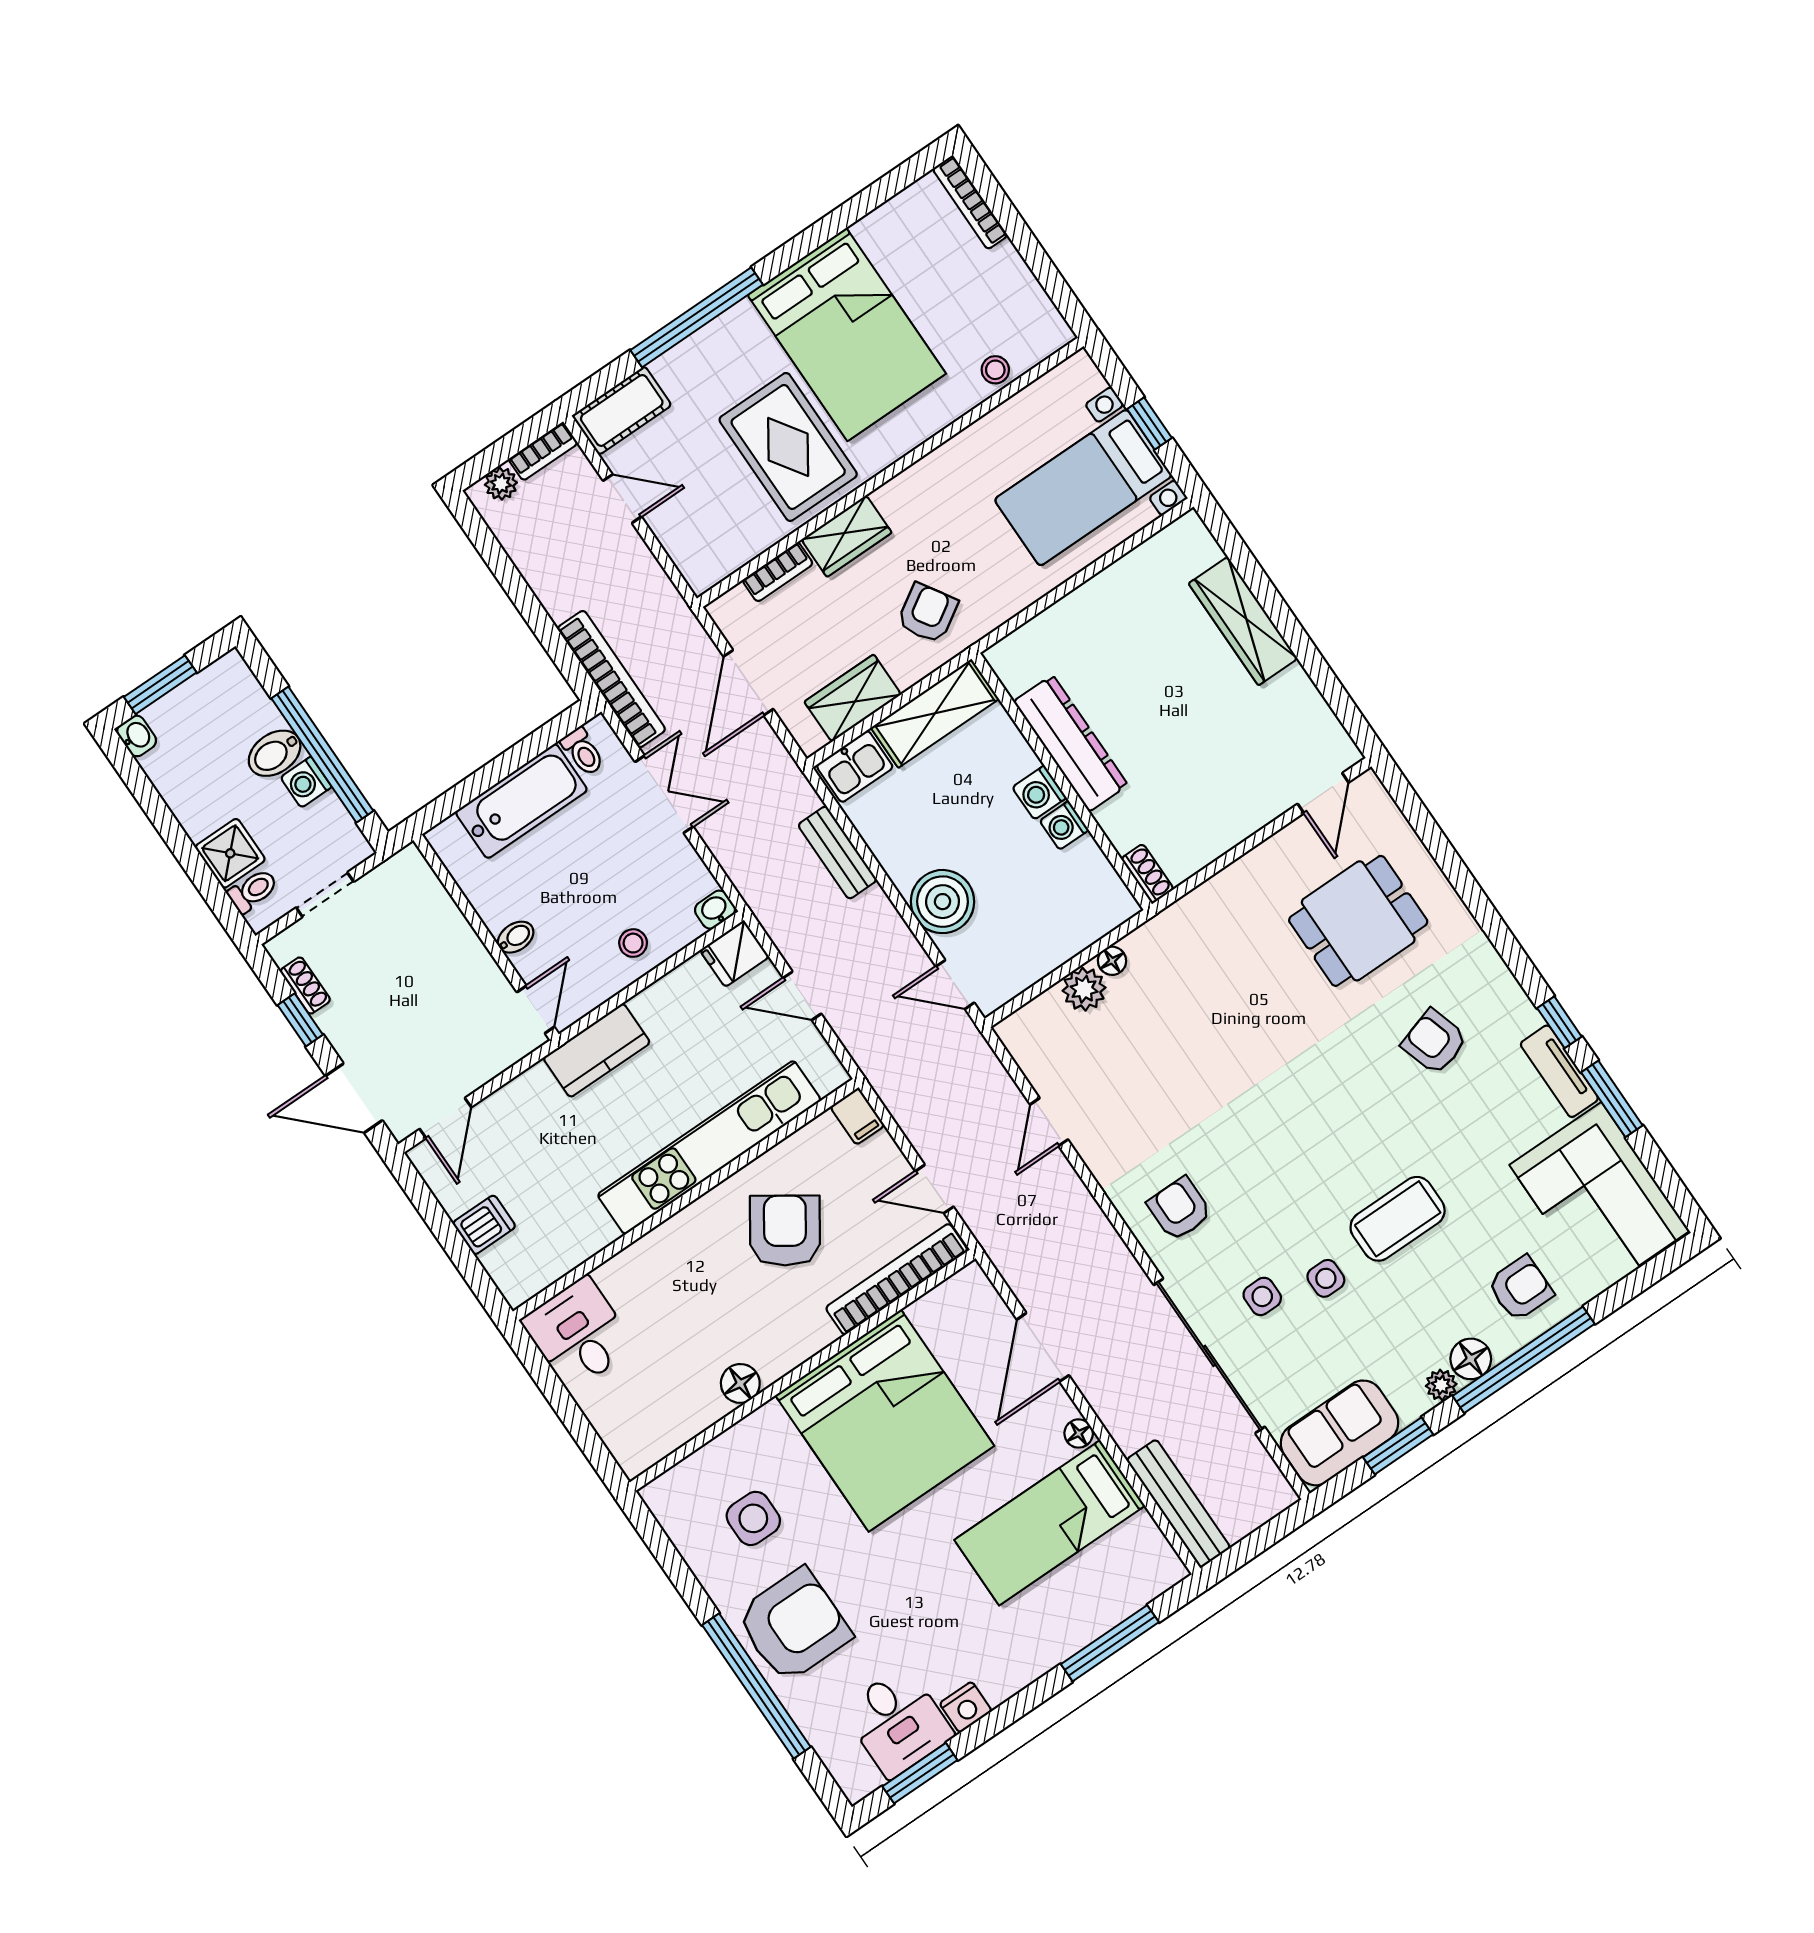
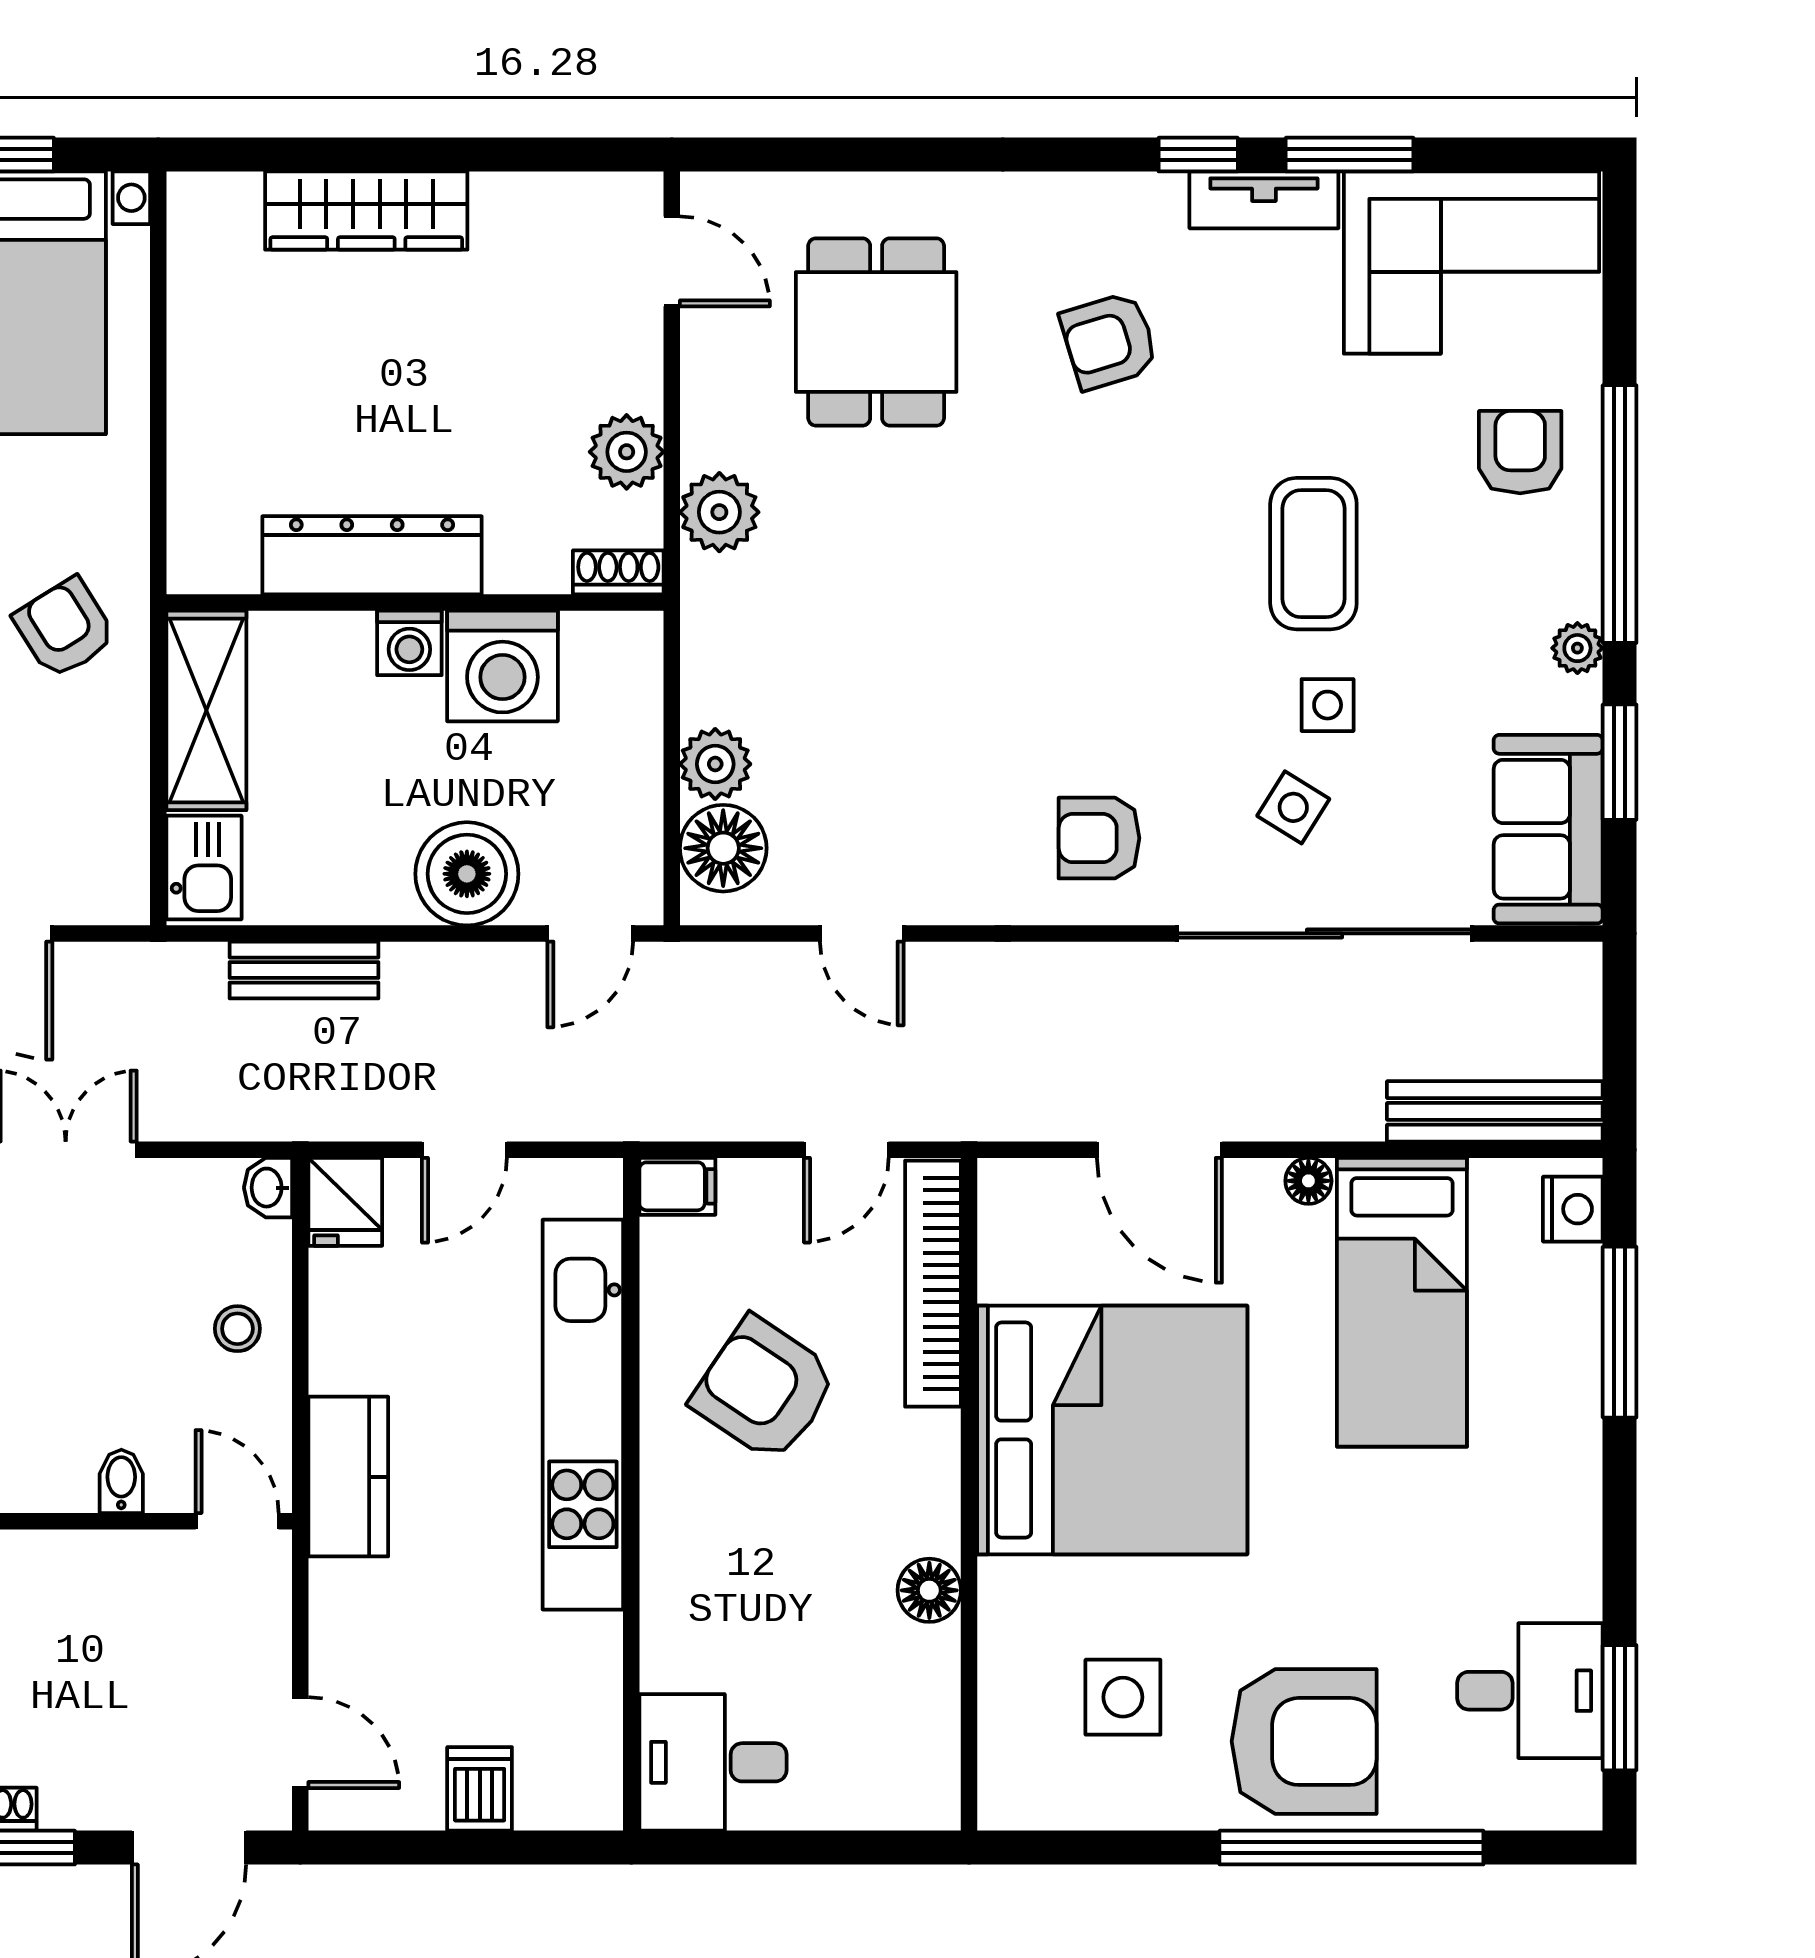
wardrobe: (853, 698) -> (110, 807), removed
washing machine: (1064, 825) -> (502, 666), width x1.89, depth x1.89
plant: (1211, 836) -> (627, 452), added
plant: (1213, 904) -> (719, 512), added
floor lamp: (1112, 961) -> (723, 848), moved, width x1.89, depth x1.89
side table: (1262, 1296) -> (1293, 807), turned 32
floor lamp: (1471, 1359) -> (1570, 584), removed
armchair: (794, 1625) -> (1304, 1741), turned 90
nightstand: (966, 1707) -> (1573, 1209), moved

